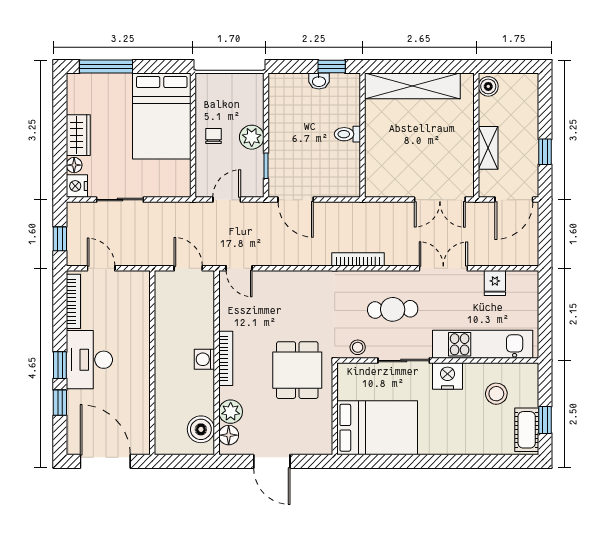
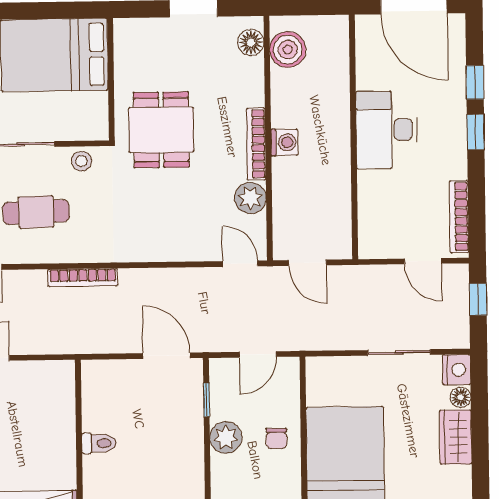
desk: (89, 360) -> (387, 130), moved, turned 180
plant: (231, 412) -> (250, 198), moved

